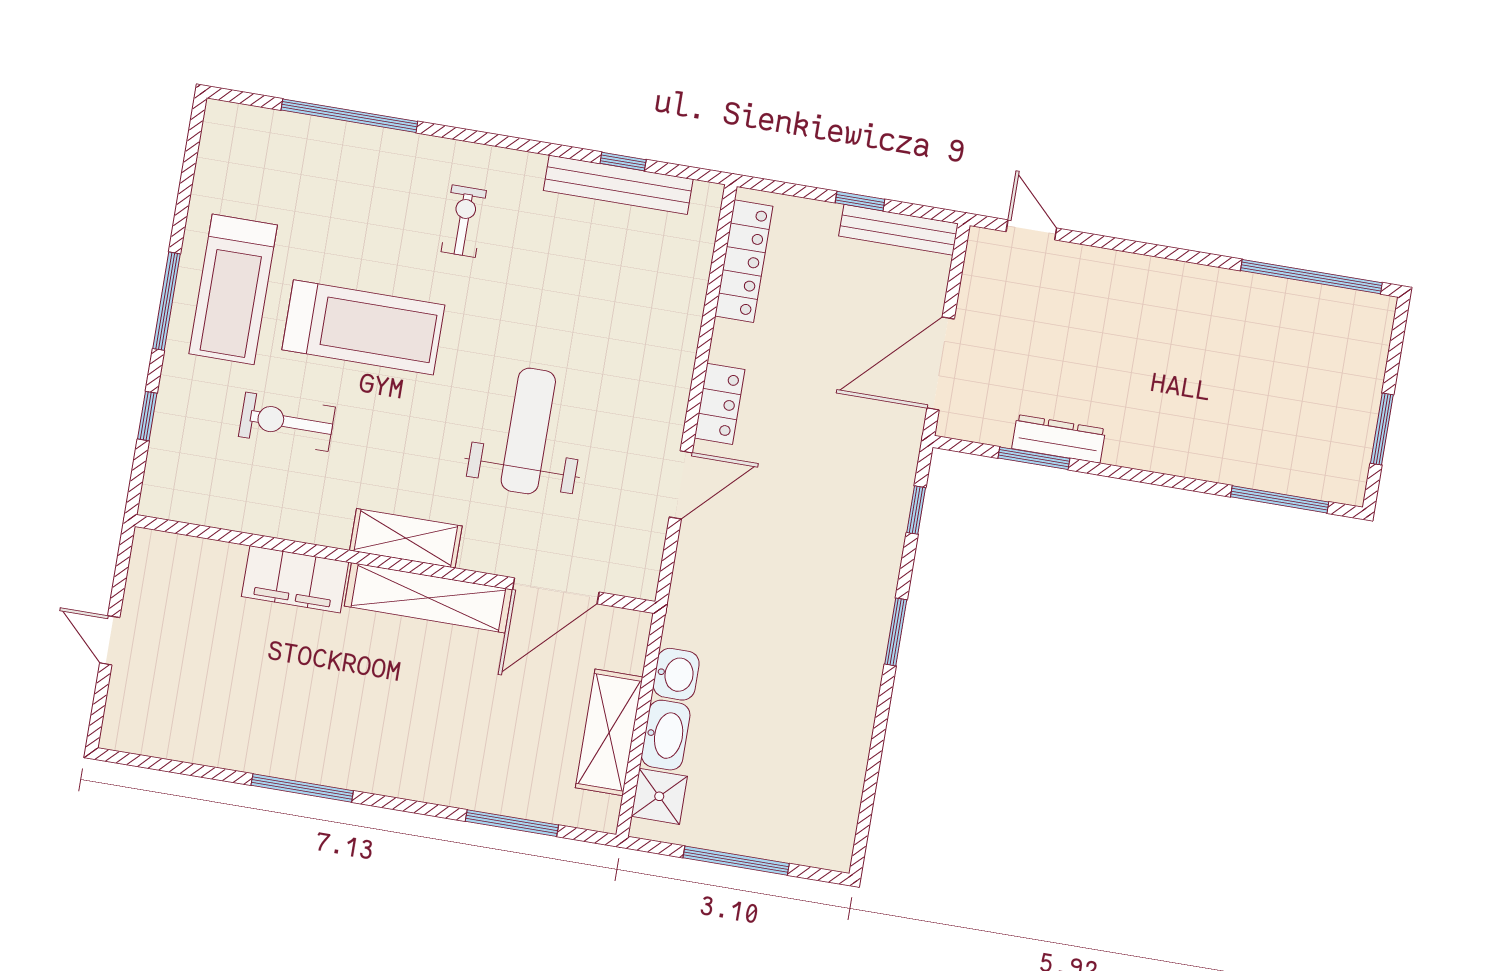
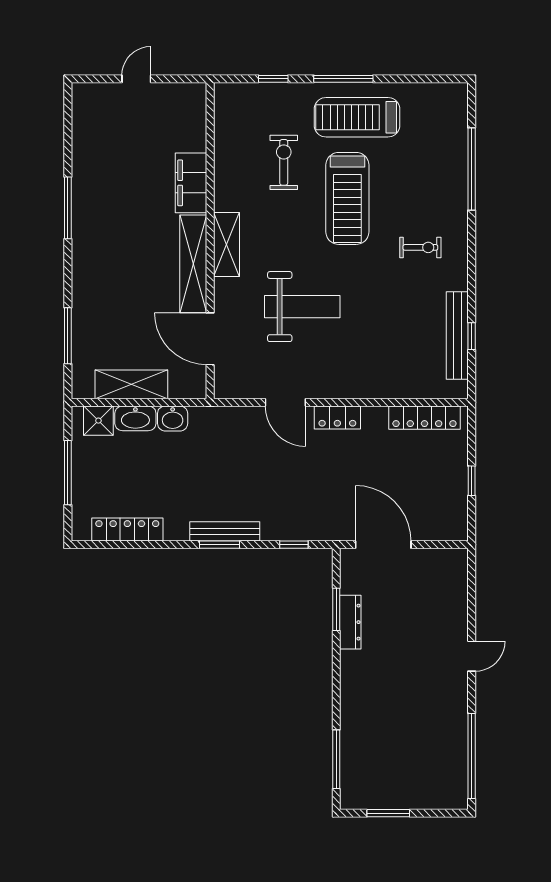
bench: (899, 230) -> (225, 531), moved, turned 90
door: (1031, 230) -> (472, 656), moved
locker: (846, 779) -> (127, 529), added

